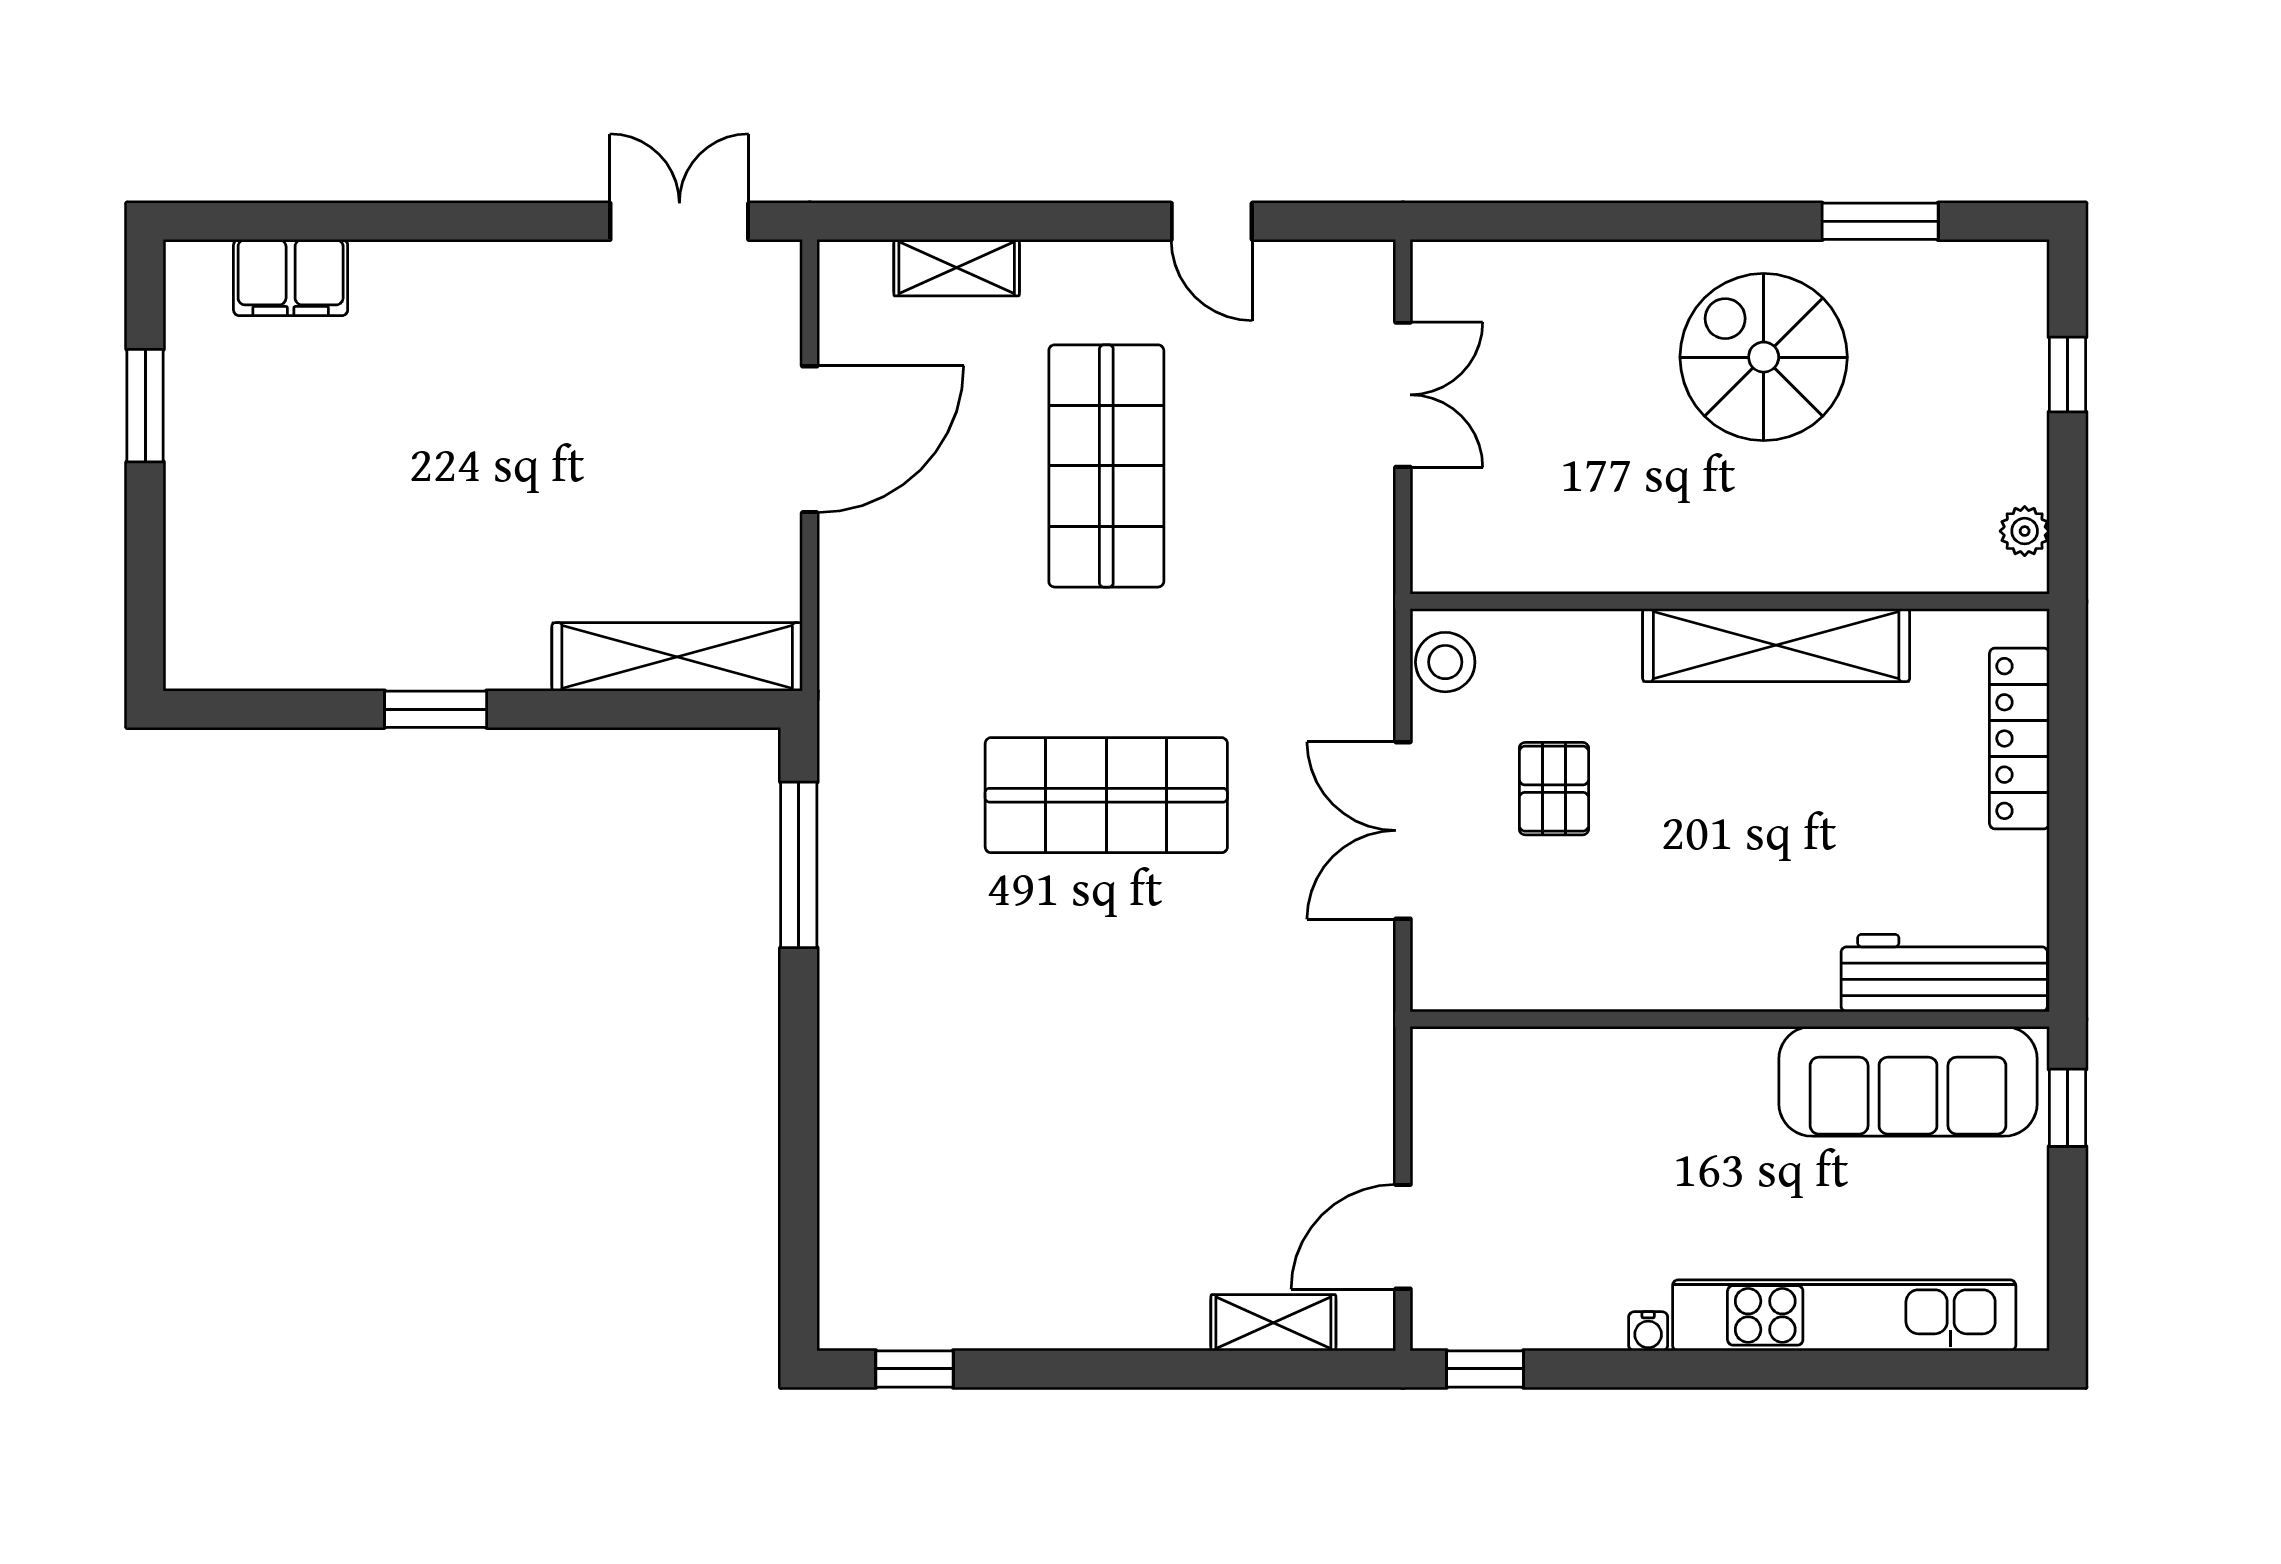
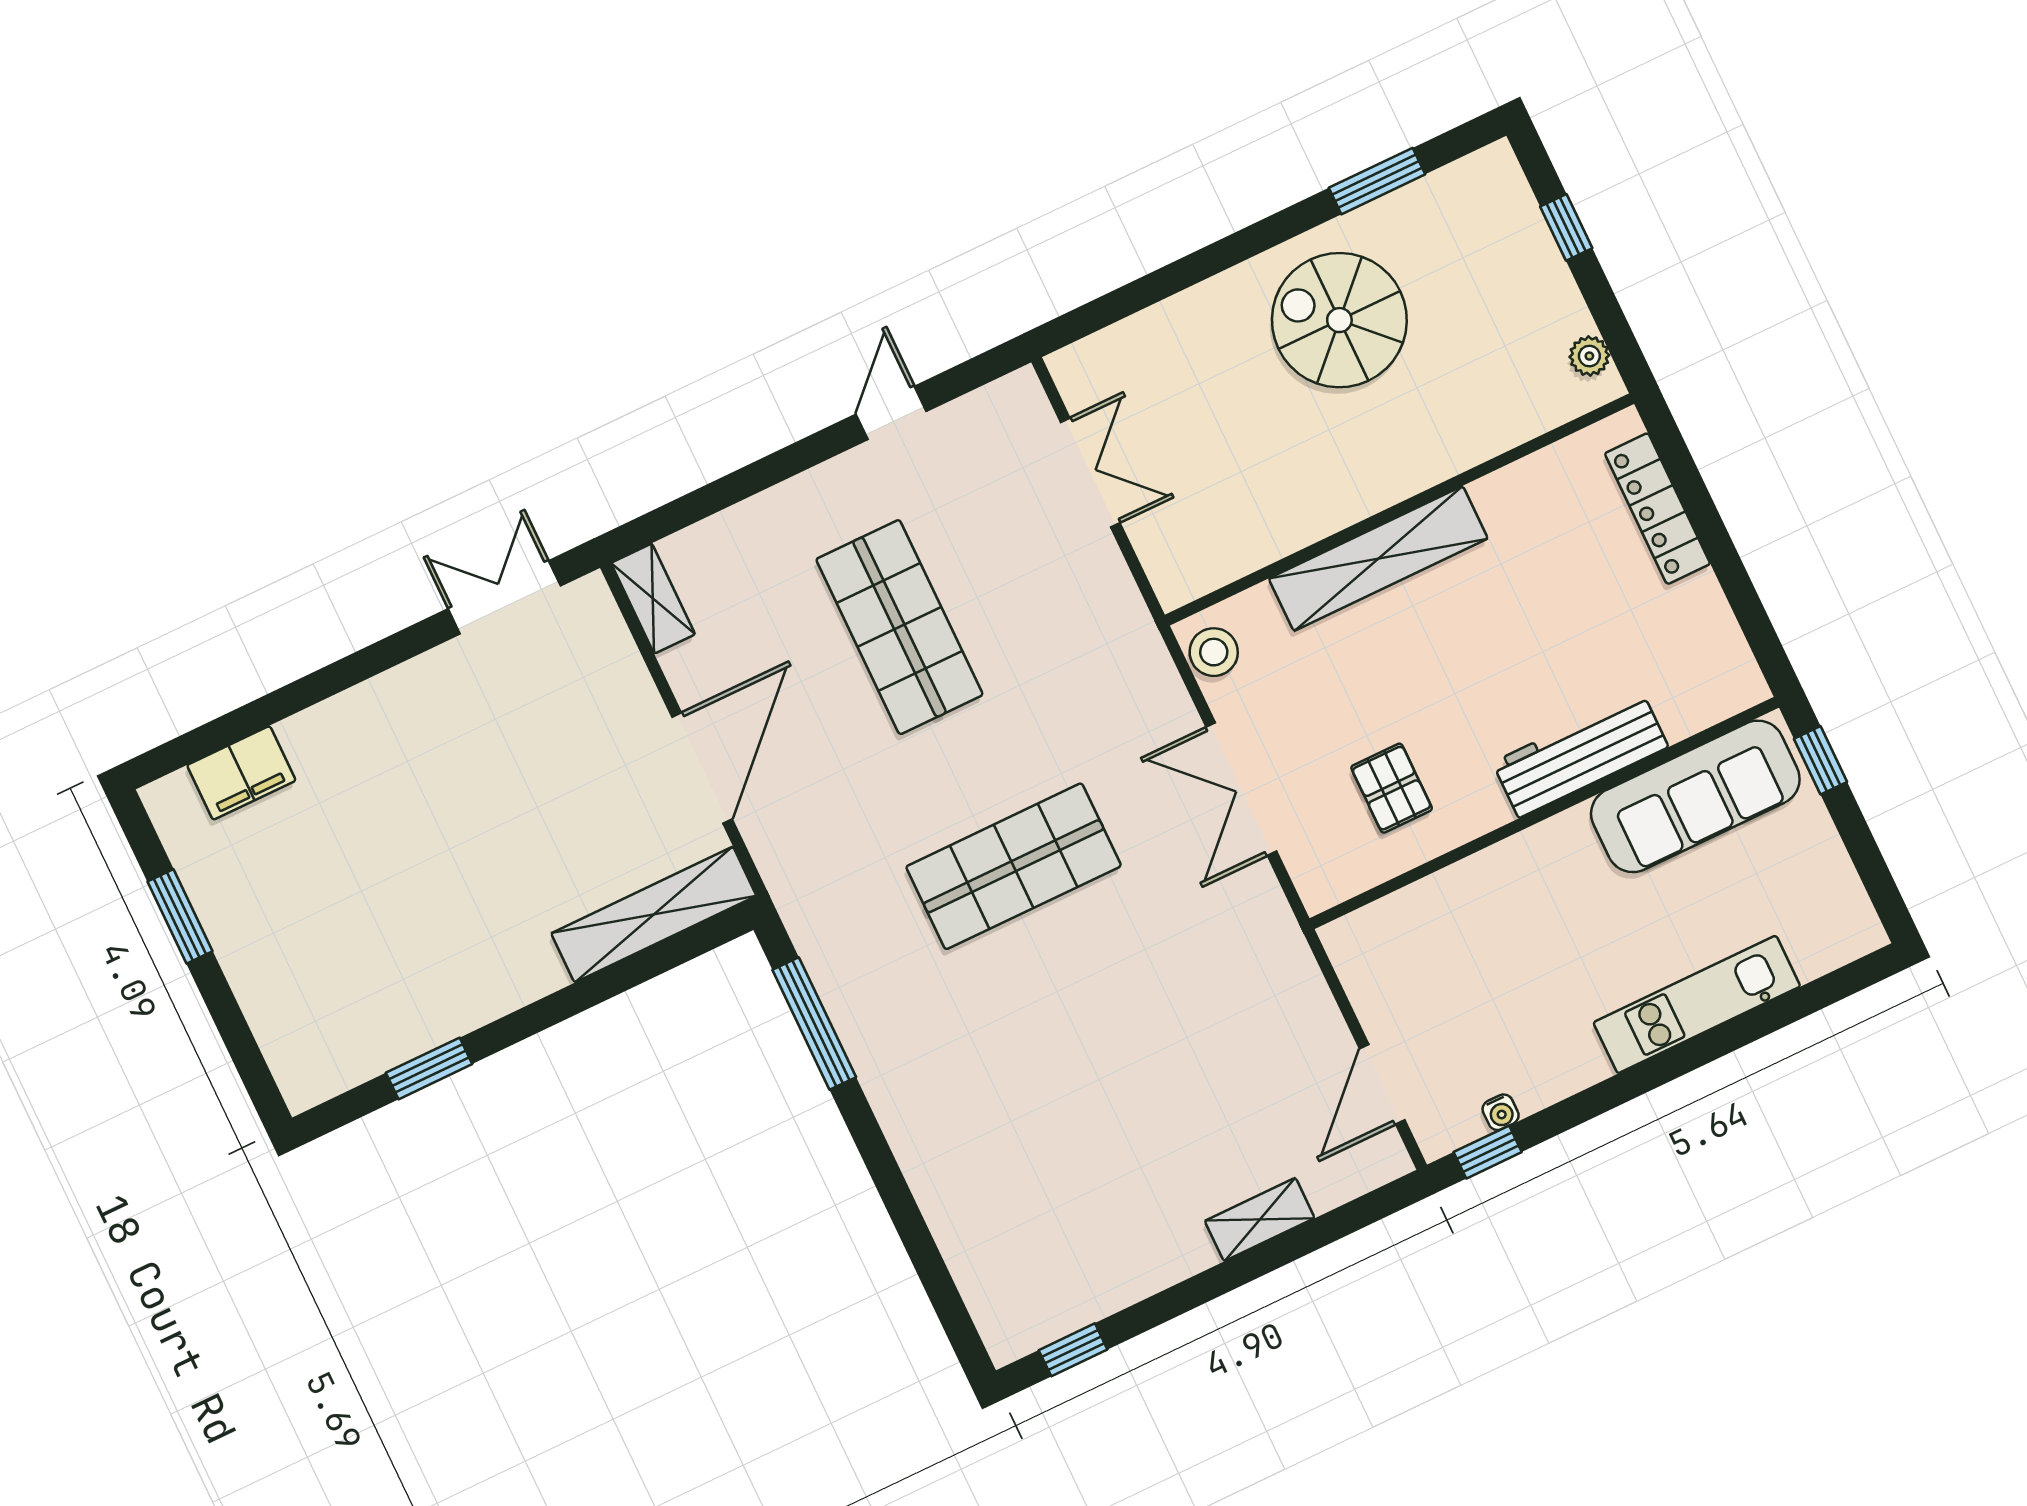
door: (1212, 221) -> (891, 413), swing flipped
shelving: (957, 268) -> (653, 599), moved, turned 90
door: (810, 439) -> (702, 768), moved
shelving: (1776, 645) -> (1378, 559), moved
window: (436, 709) -> (429, 1068), moved
pallet: (1554, 789) -> (1392, 788), moved
workbench: (1944, 973) -> (1580, 755), moved
kitchen unit: (1844, 1315) -> (1697, 1004), width x0.73
shelving: (1273, 1323) -> (1260, 1220), moved
water cooler: (1648, 1331) -> (1501, 1112), moved

